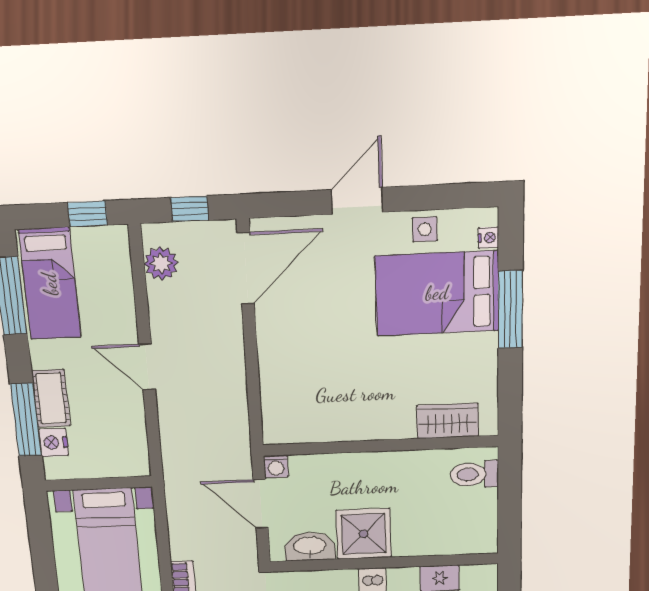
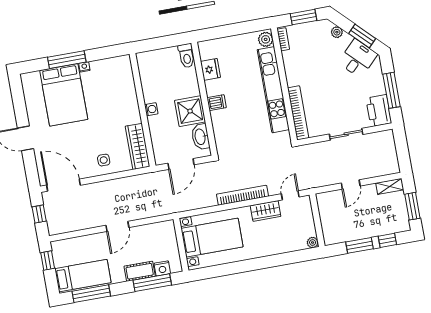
side table: (425, 229) -> (104, 160), moved
nightstand: (488, 238) -> (84, 67), moved
plant: (161, 263) -> (66, 225), removed
wardrobe: (448, 421) -> (138, 146), moved, width x1.50
washing machine: (276, 466) -> (151, 109), moved
toilet: (474, 474) -> (187, 56), moved

